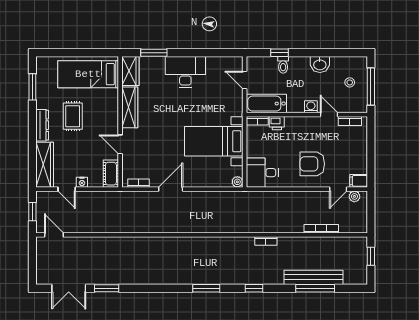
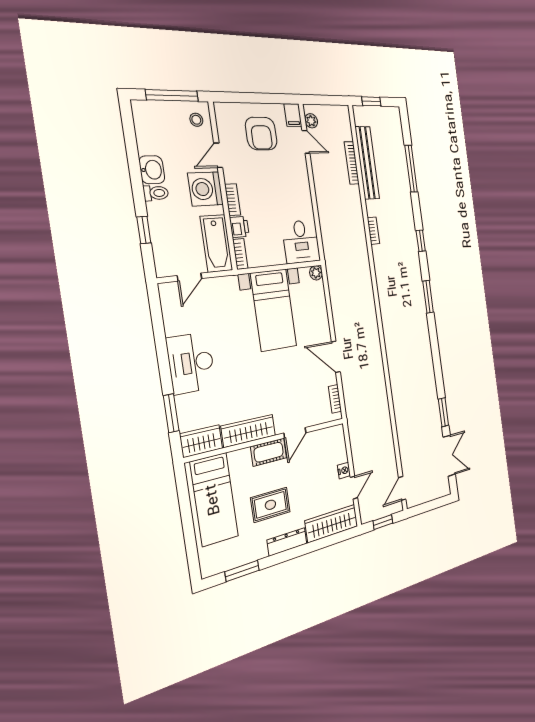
toilet: (283, 65) -> (156, 193), moved
stool: (350, 82) -> (196, 120), moved
washing machine: (311, 107) -> (205, 189), width x1.89, depth x1.89
bookcase: (350, 121) -> (233, 200), moved
armchair: (312, 164) -> (261, 134), moved
cot: (111, 174) -> (269, 452), moved
bench: (313, 277) -> (367, 163), moved

